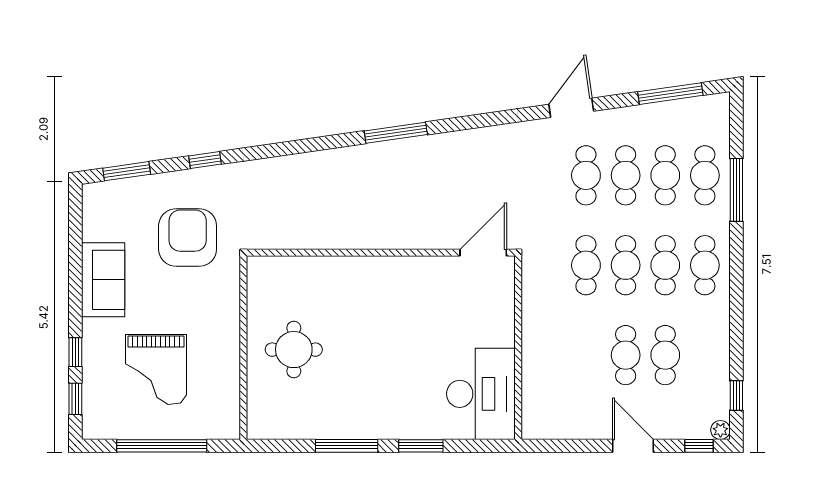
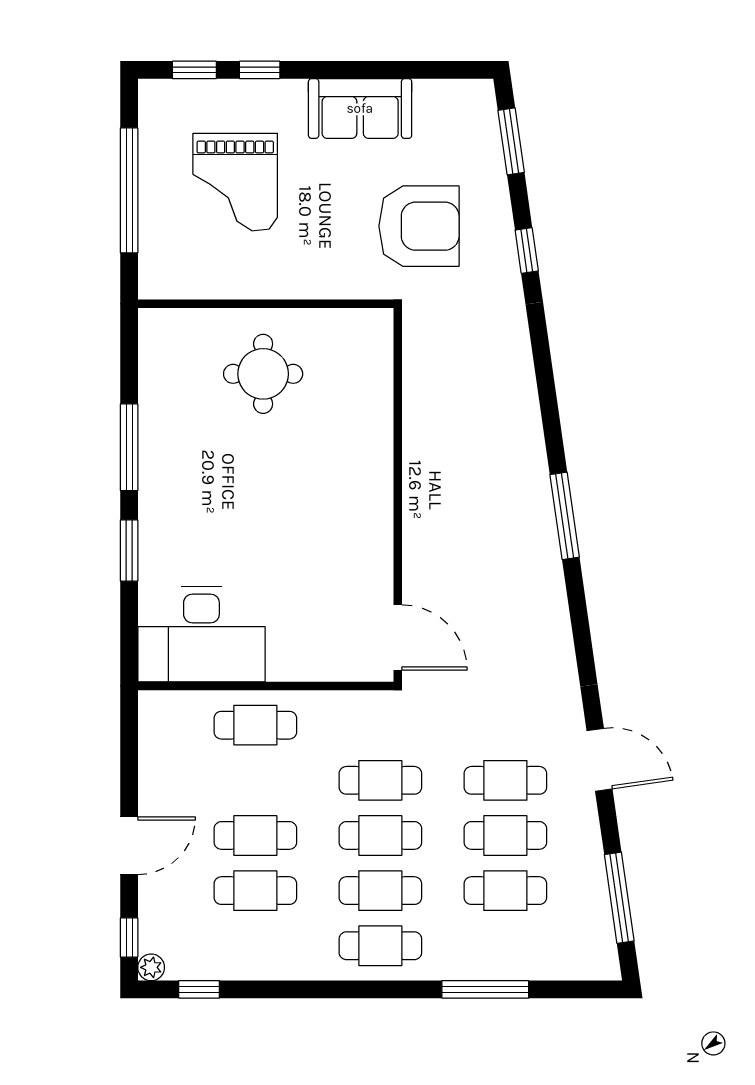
cafe table: (705, 175) -> (255, 725), moved
grand piano: (156, 370) -> (235, 182), turned -90

